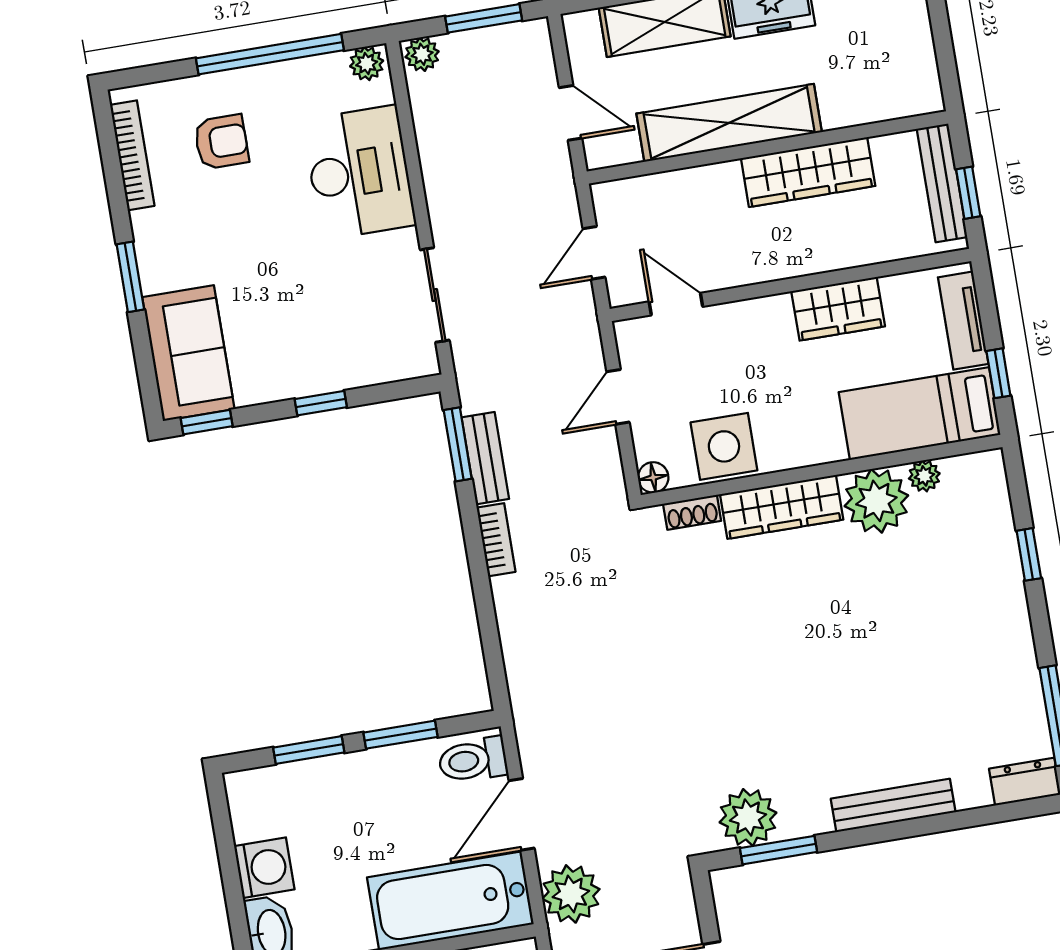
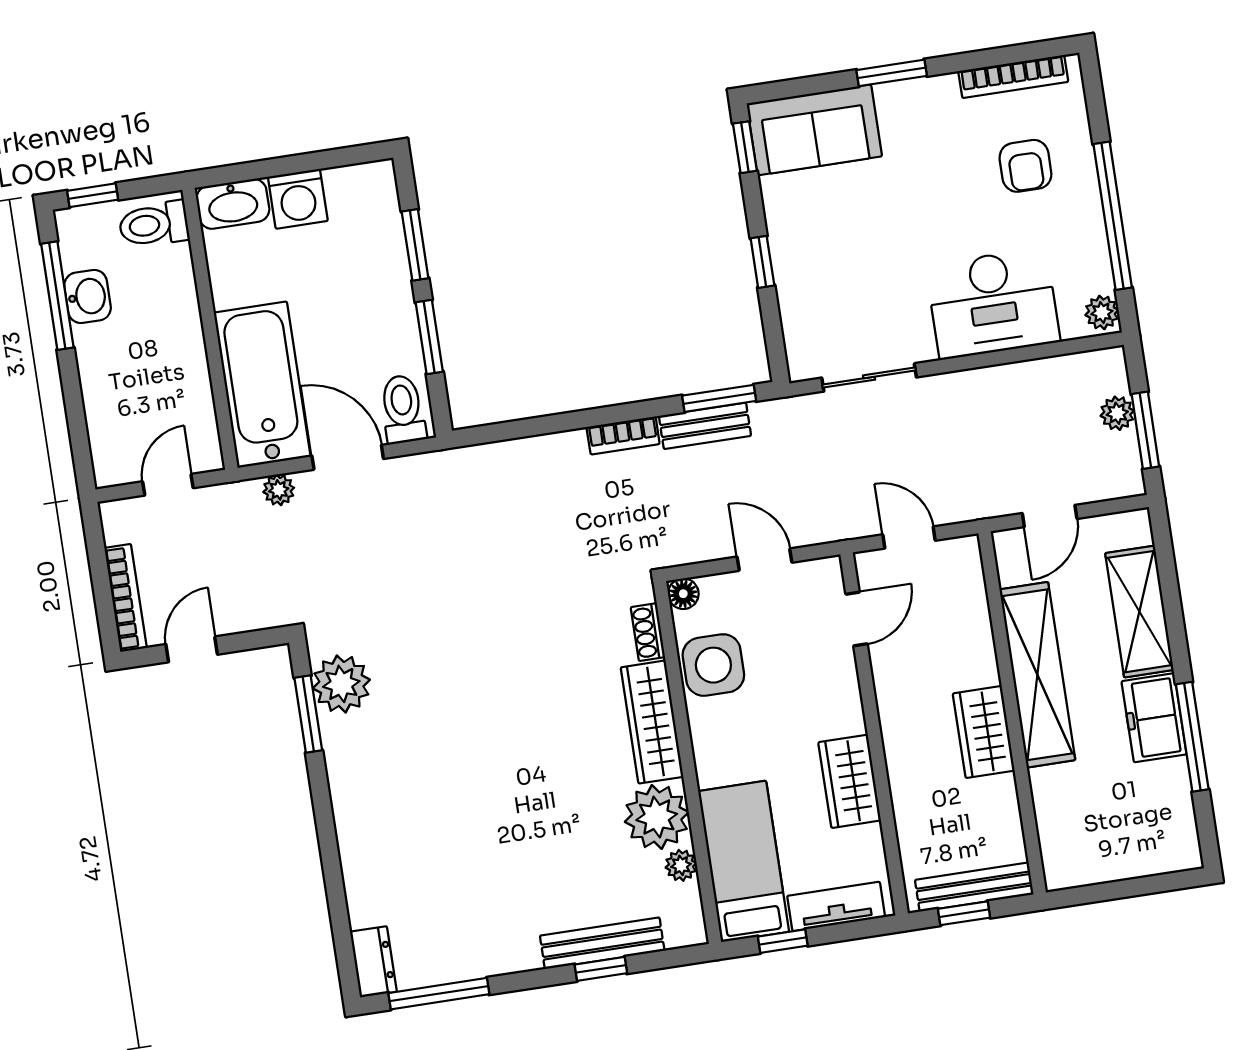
plant: (422, 54) -> (1117, 413), moved
wardrobe: (808, 172) -> (984, 732), width x0.67
bench: (893, 805) -> (602, 943), moved, turned 90
plant: (571, 894) -> (279, 490), width x0.53, depth x0.53

